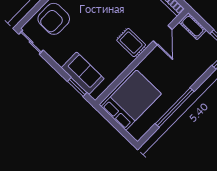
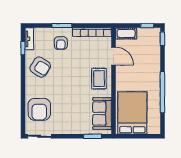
rug: (131, 43) -> (99, 79), turned 90
sofa: (83, 73) -> (102, 113), moved, turned -90

